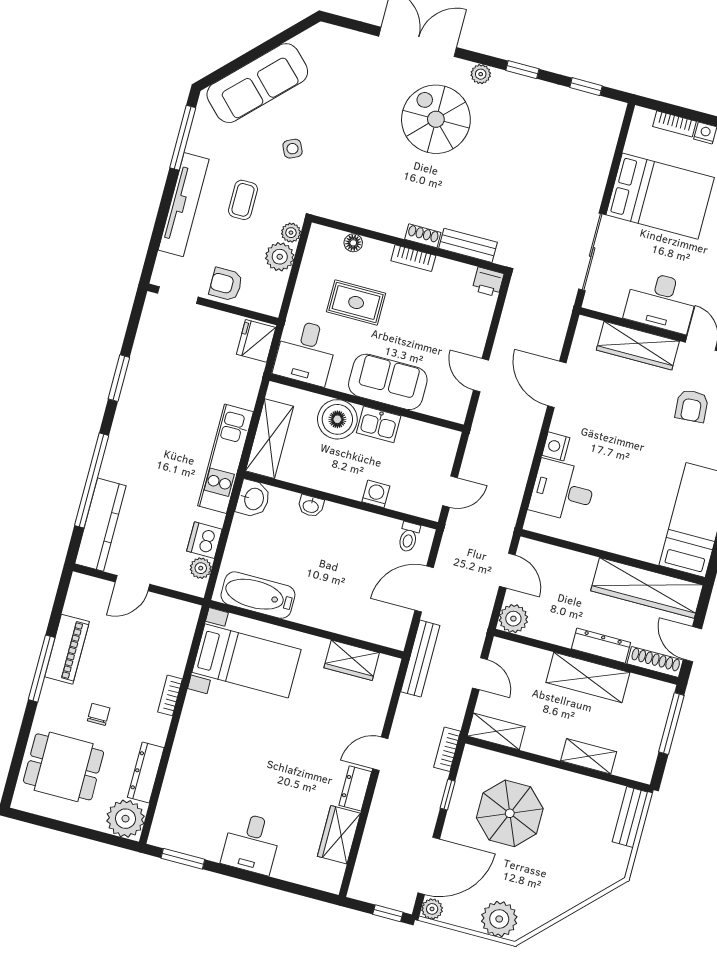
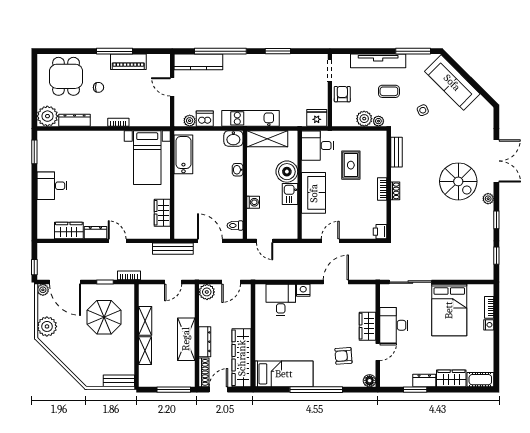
spiral stairs: (436, 119) -> (458, 181), turned 90
floor lamp: (353, 243) -> (382, 155), removed
bench: (468, 245) -> (397, 152), moved
wardrobe: (638, 346) -> (368, 326), width x0.67
shelving: (496, 731) -> (145, 321), moved

